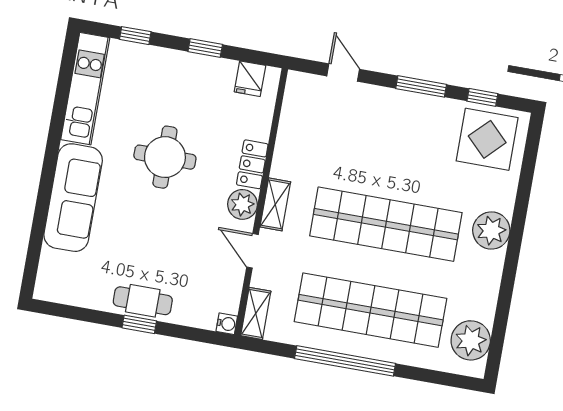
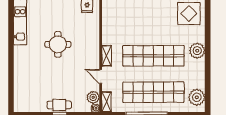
locker: (252, 164) -> (94, 41), removed
sofa: (73, 198) -> (23, 68), removed
plant: (242, 204) -> (93, 97), moved

